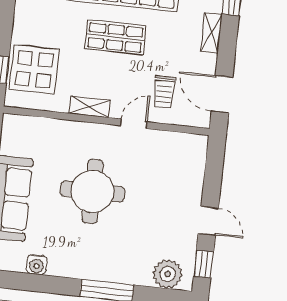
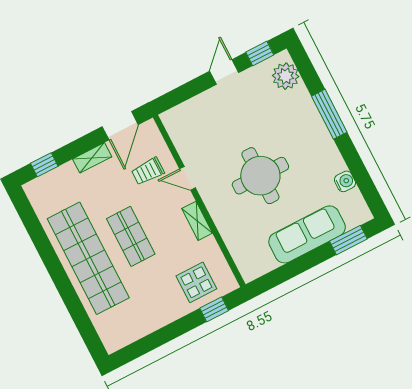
shelving: (211, 33) -> (92, 158), moved
display table: (34, 69) -> (196, 282), width x0.73, depth x0.73
trolley: (164, 92) -> (148, 171), turned 180

